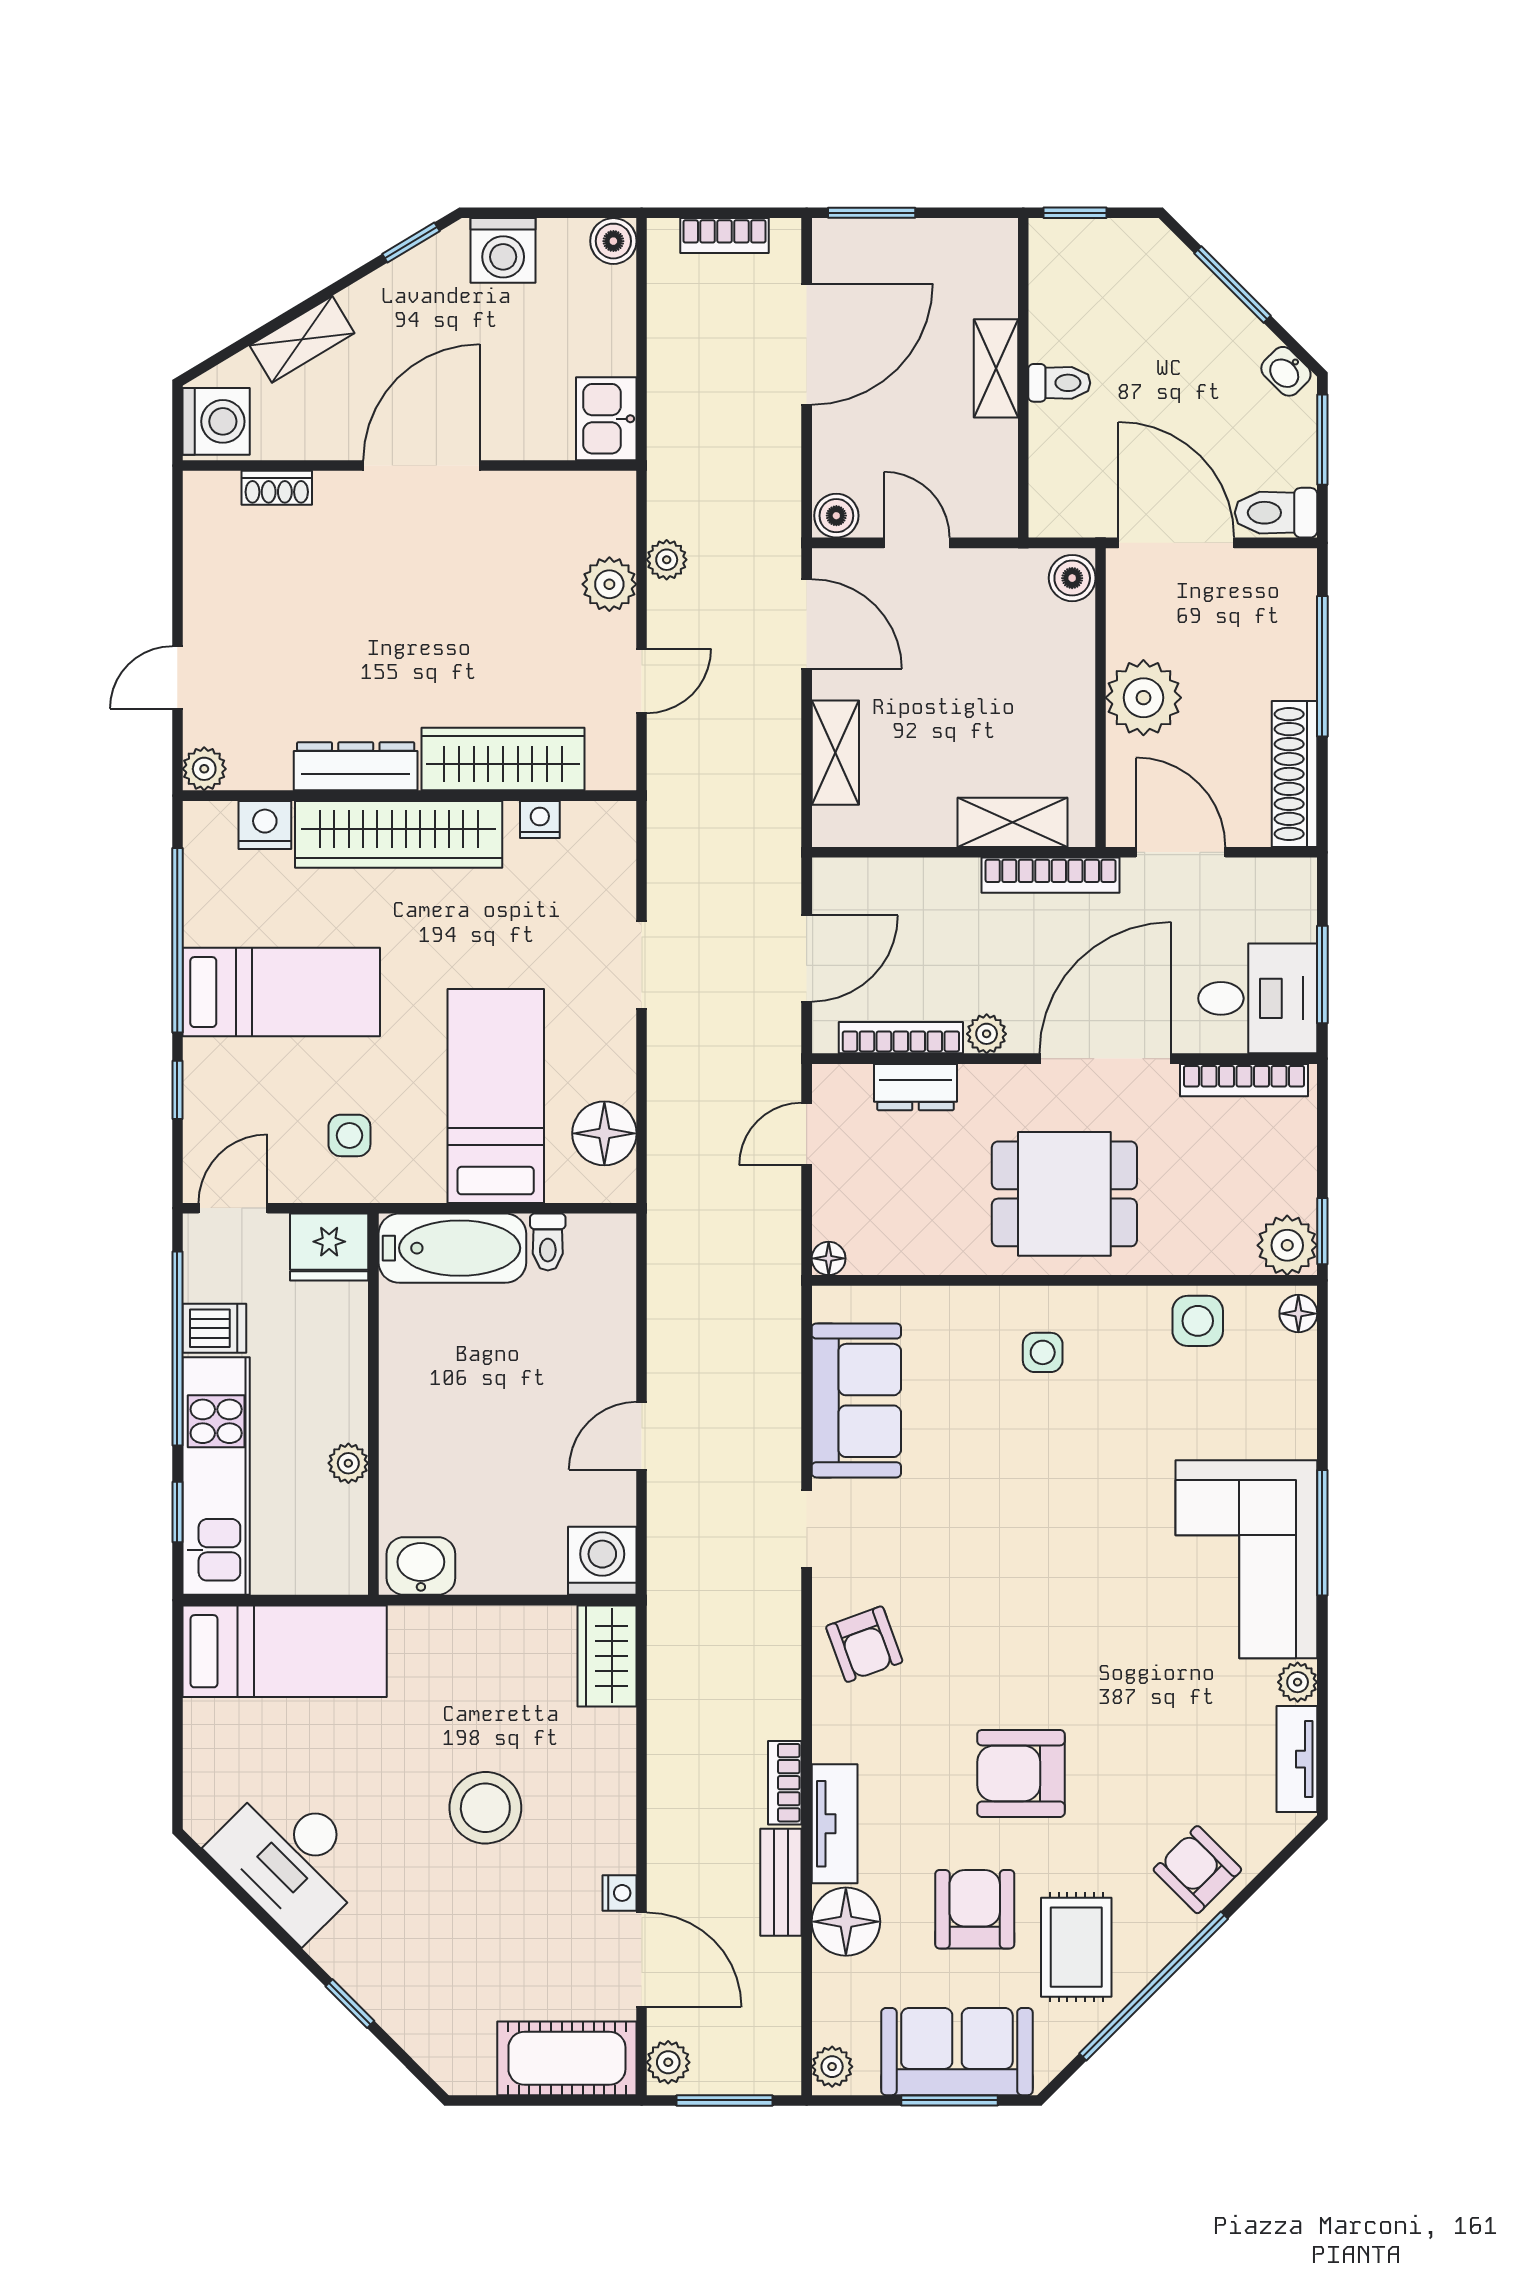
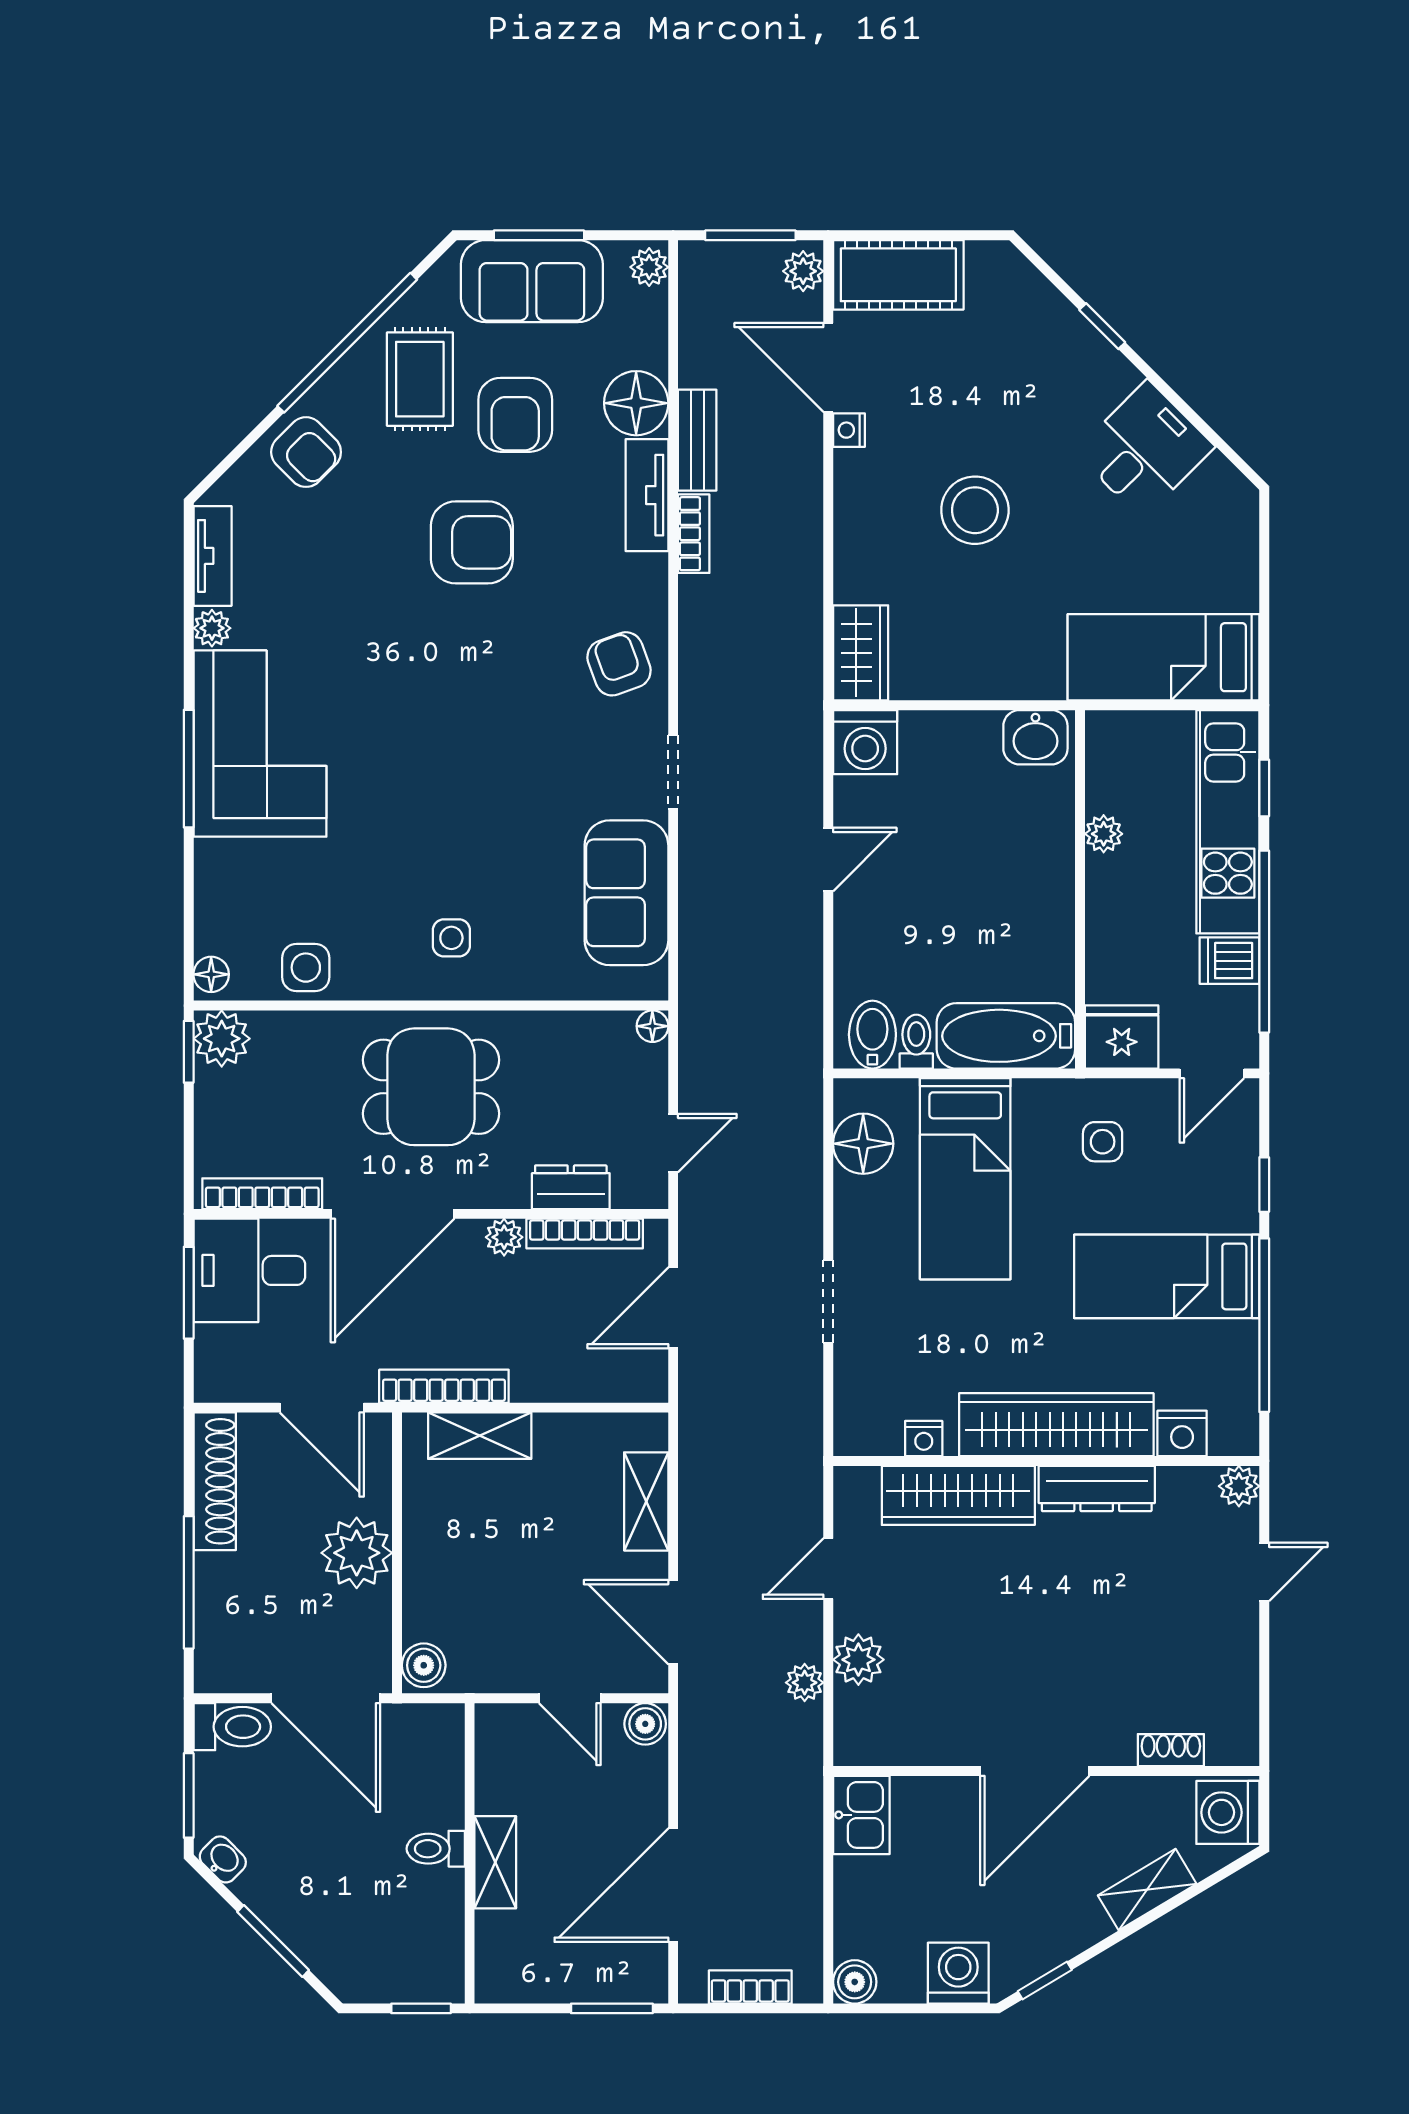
bidet: (594, 1249) -> (872, 1035), added
desk: (291, 1859) -> (1145, 449), width x0.73

